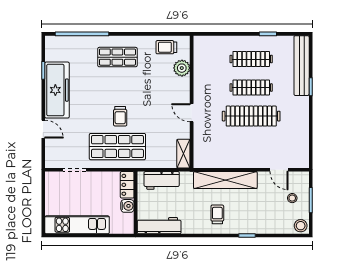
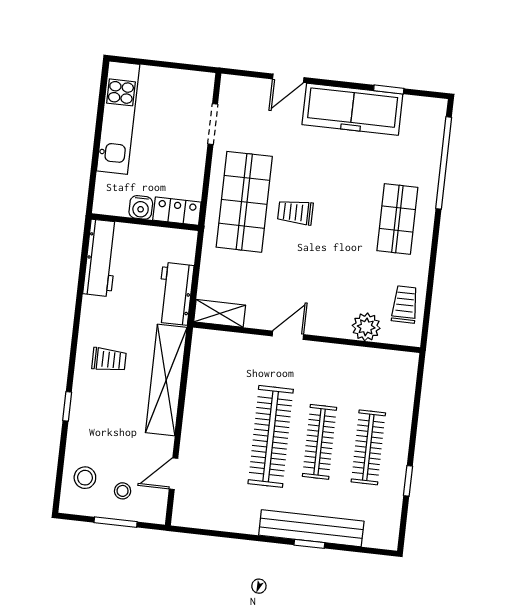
bench: (302, 66) -> (311, 528), moved
workbench: (162, 180) -> (175, 294), moved
stool: (301, 226) -> (85, 478), moved

